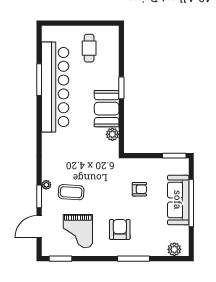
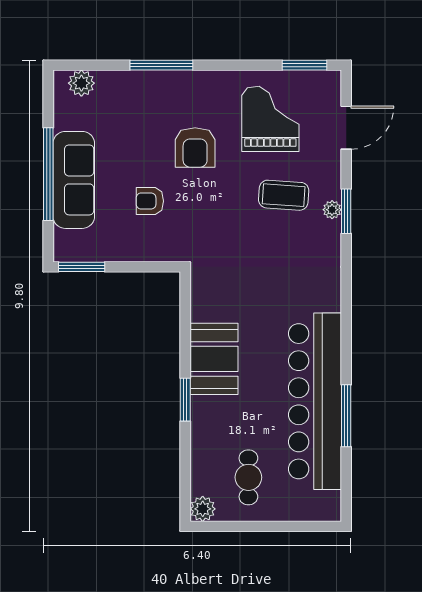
plant: (112, 134) -> (203, 509), moved
window: (39, 196) -> (346, 211), moved
armchair: (120, 229) -> (195, 147), moved

